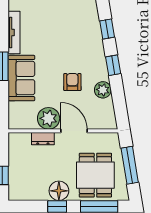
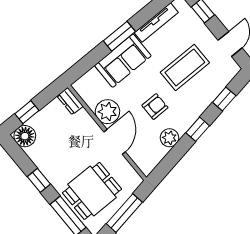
coffee table: (62, 38) -> (185, 67), added
dresser: (43, 139) -> (70, 101), moved
floor lamp: (59, 191) -> (25, 136), moved

